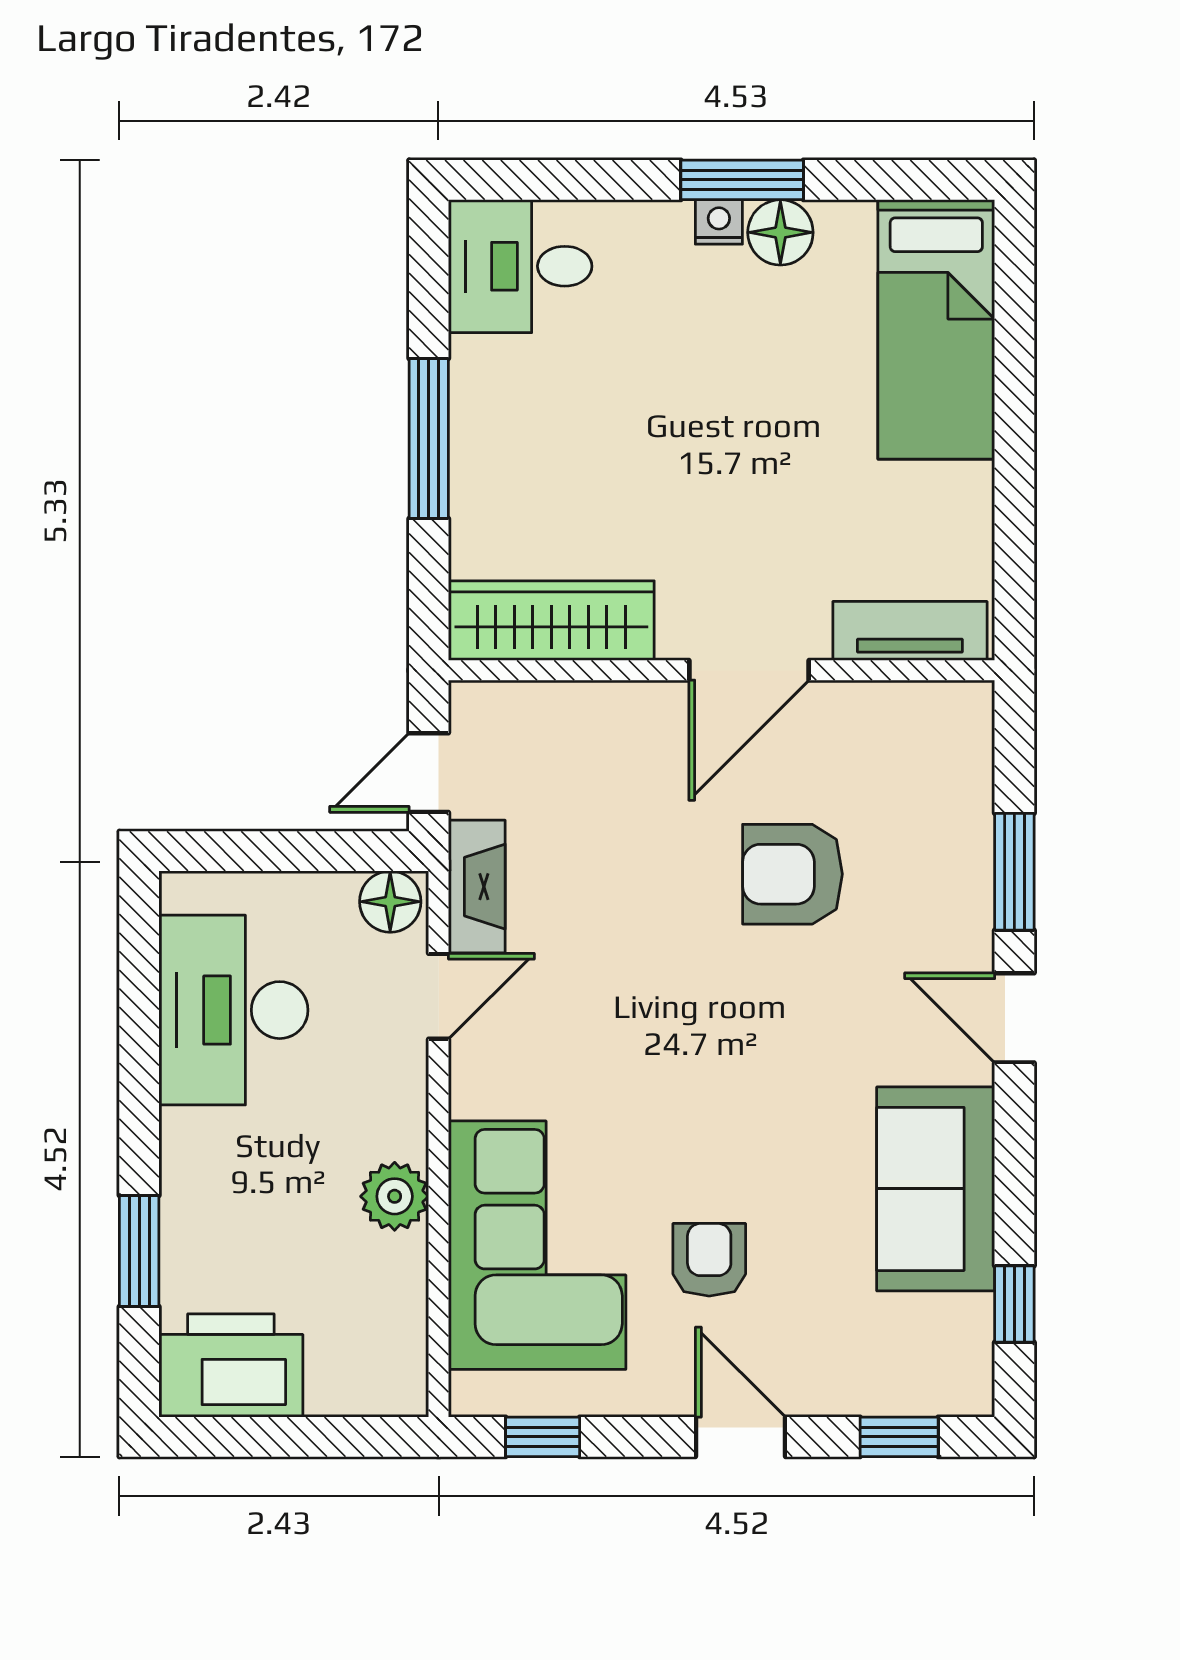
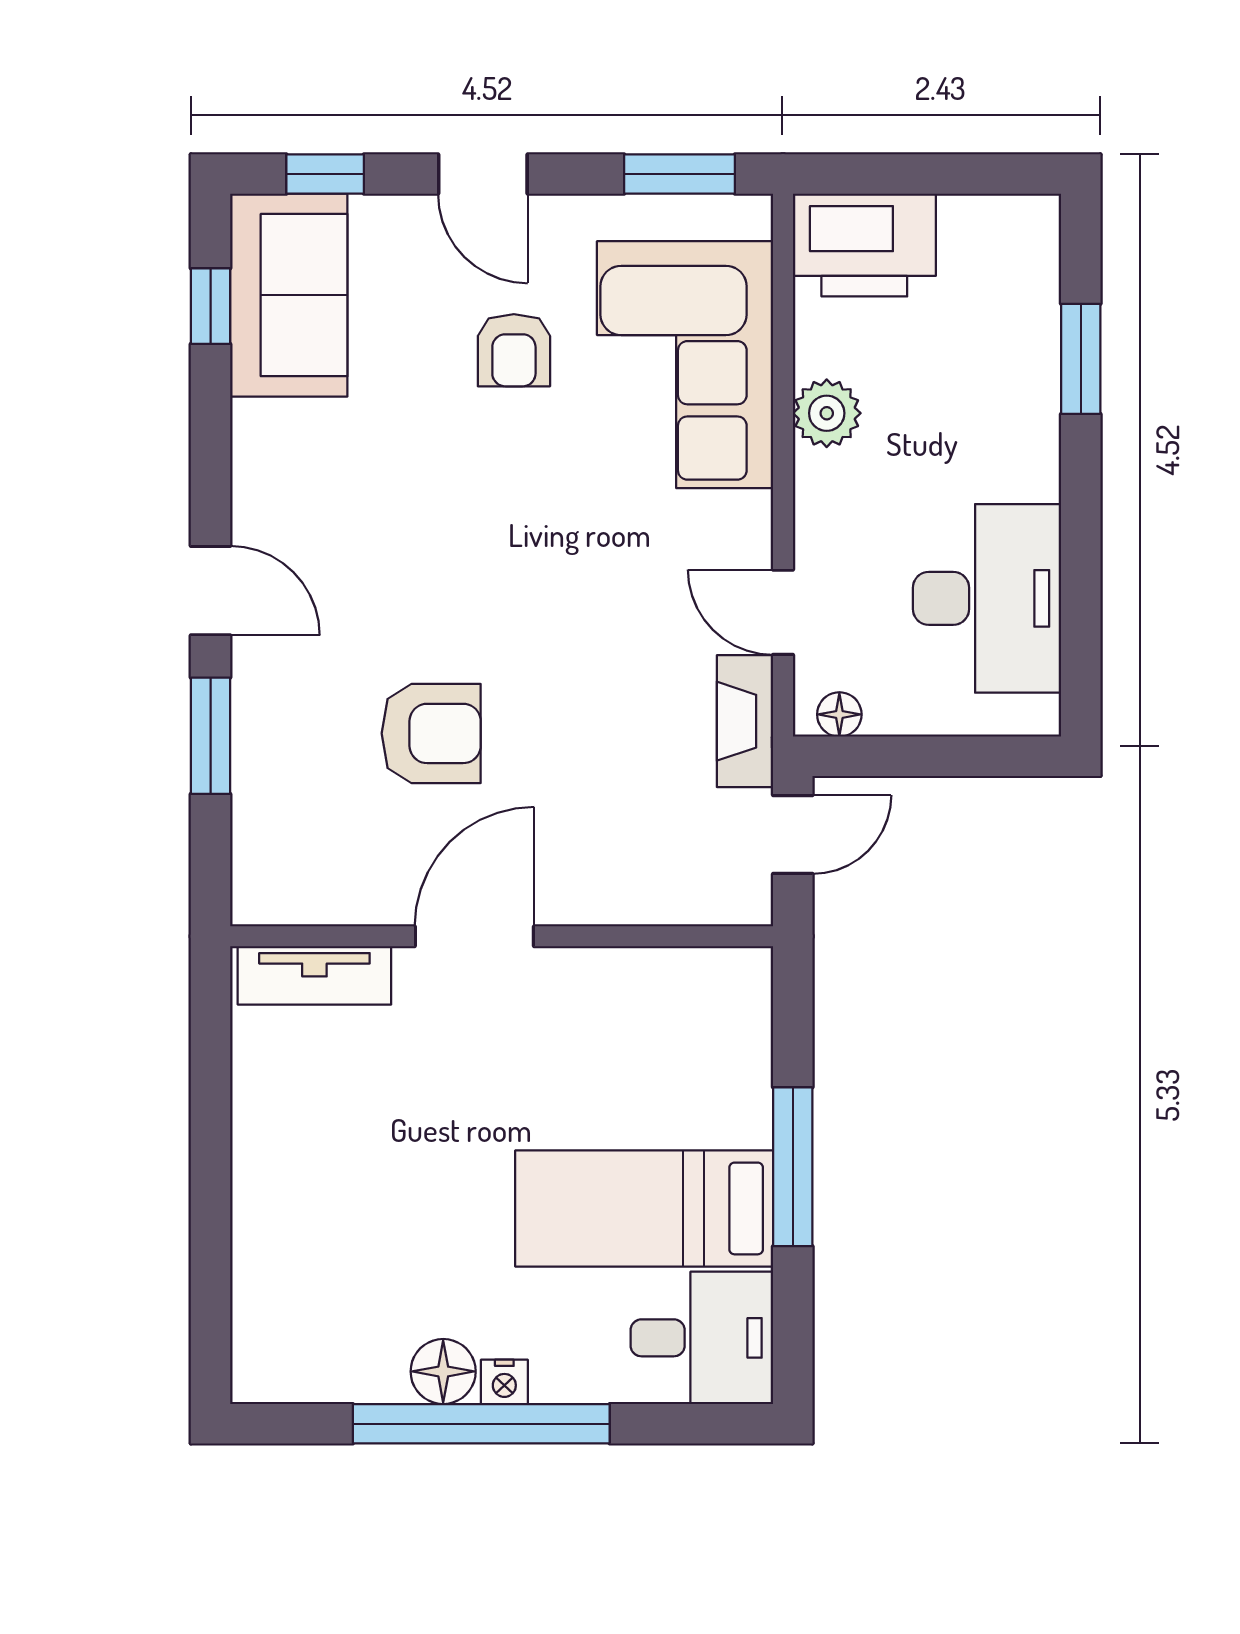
window: (742, 180) -> (481, 1424), width x2.11
bed: (936, 329) -> (644, 1208), moved, turned -90
wardrobe: (551, 621) -> (671, 986), removed
floor lamp: (390, 902) -> (839, 714), width x0.73, depth x0.73
door: (439, 996) -> (783, 612), hinge flipped
sofa: (936, 1189) -> (289, 295), moved
printer: (231, 1365) -> (864, 245), moved
window: (543, 1437) -> (680, 174), width x1.50

